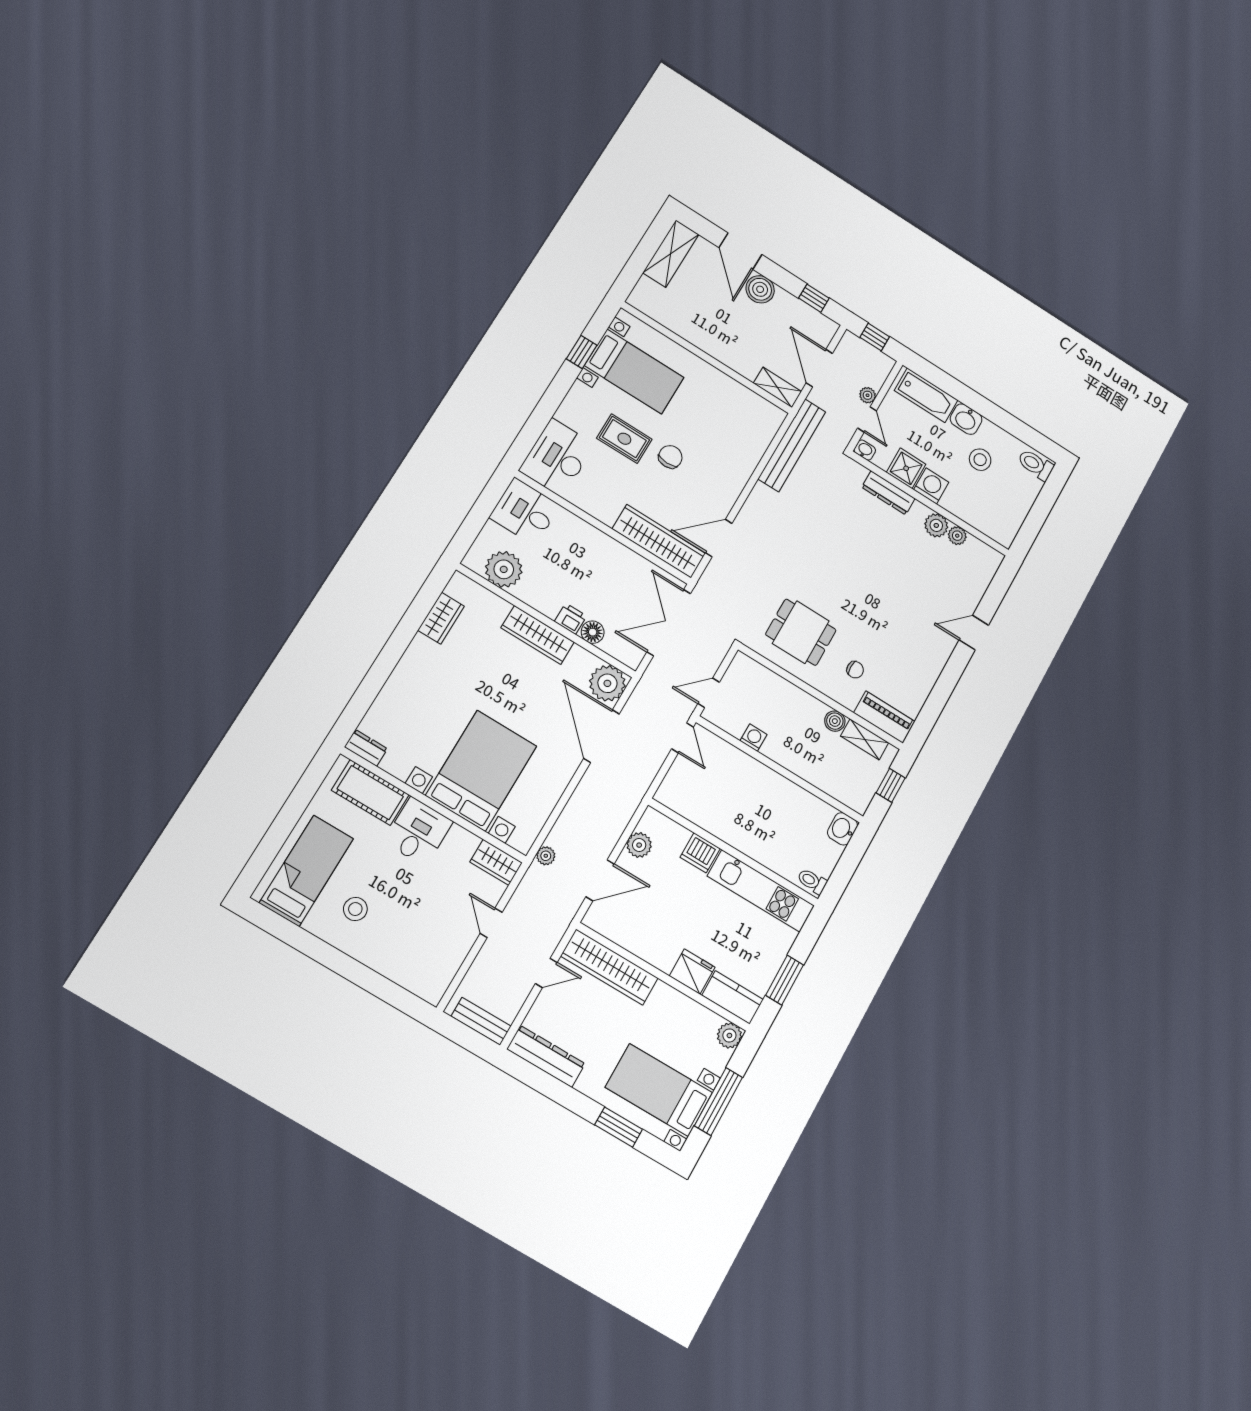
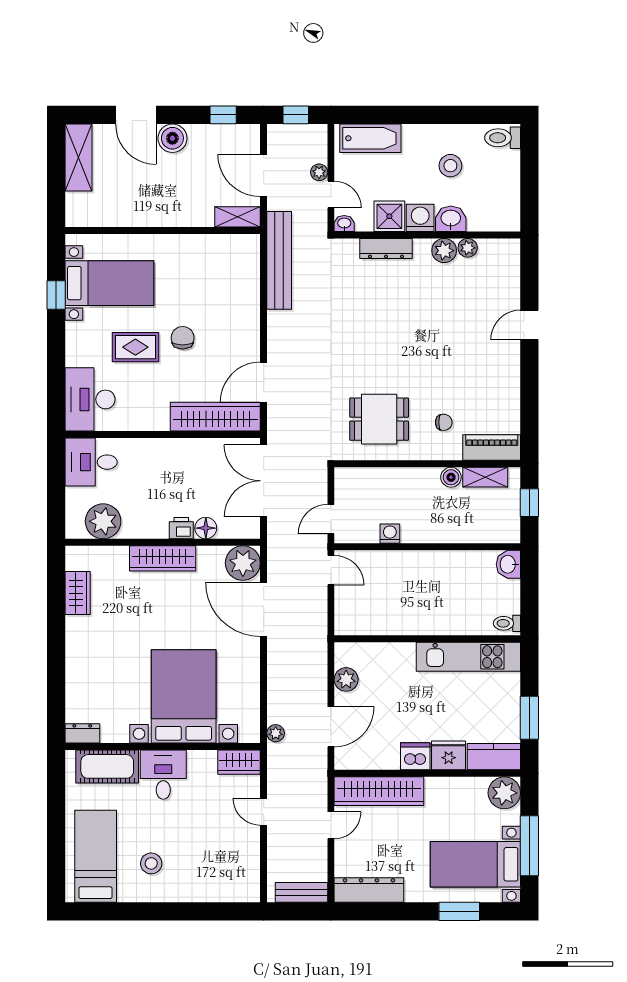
washbasin: (966, 419) -> (451, 219), moved, turned 180
dishwasher: (700, 853) -> (415, 756), moved, turned 180
plant: (729, 1035) -> (504, 793), width x1.36, depth x1.36

